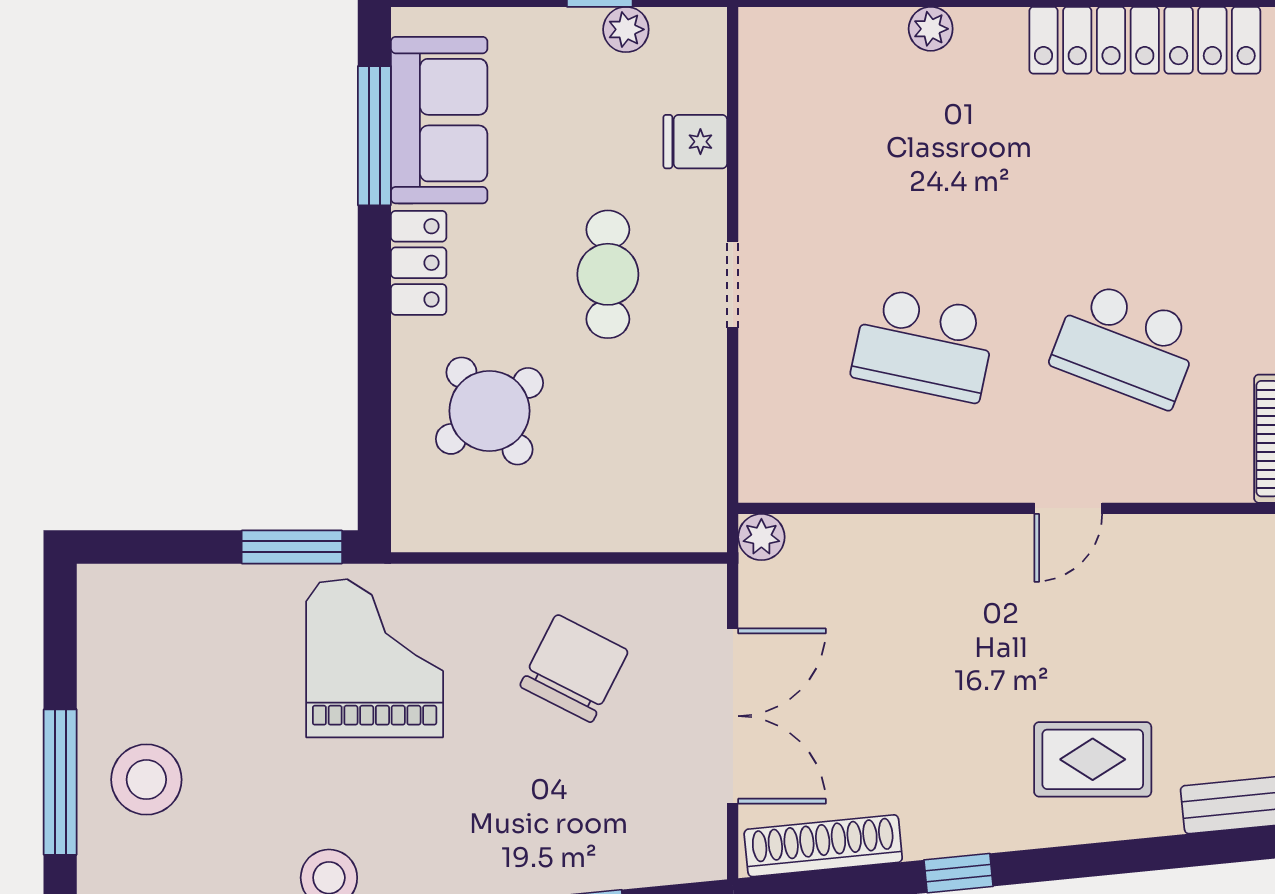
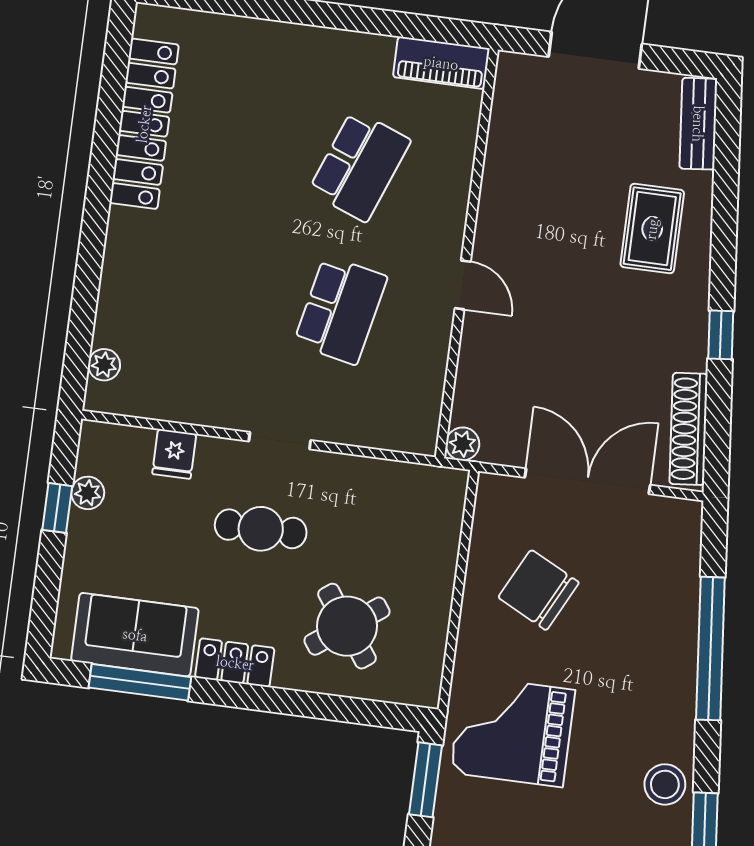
plant: (931, 29) -> (104, 365), moved
door: (1068, 508) -> (463, 285), moved

